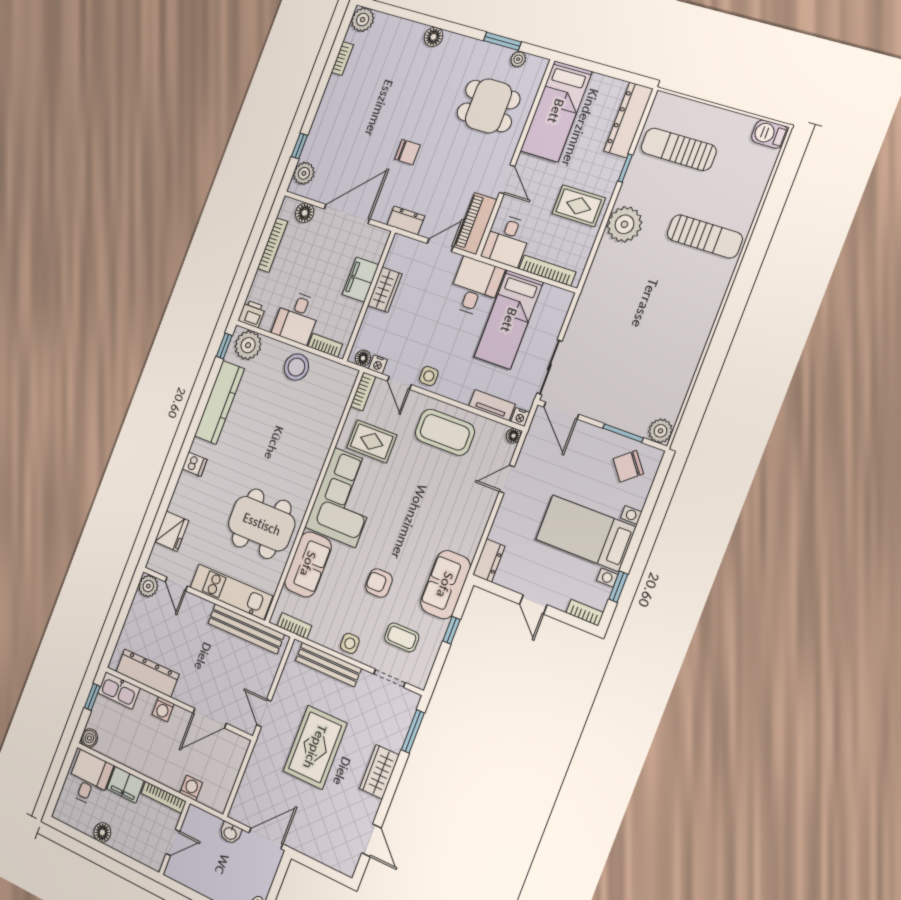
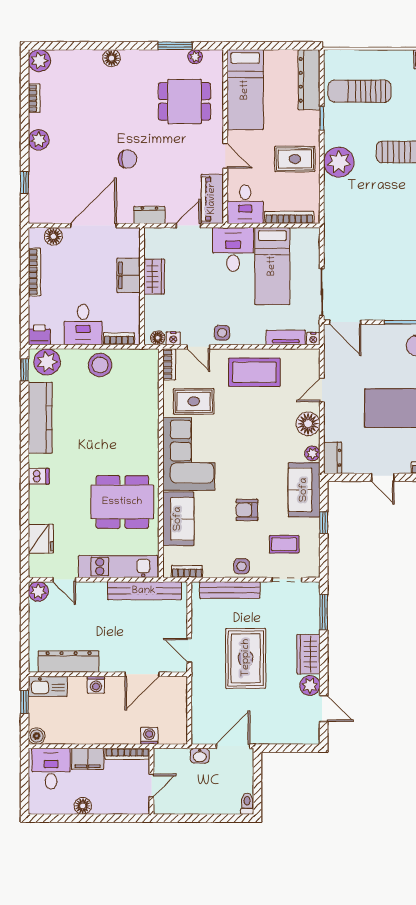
plant: (304, 173) -> (39, 140), moved
floor lamp: (513, 436) -> (308, 424), moved, width x1.89, depth x1.89
plant: (470, 547) -> (312, 453), added
plant: (367, 808) -> (310, 685), added

